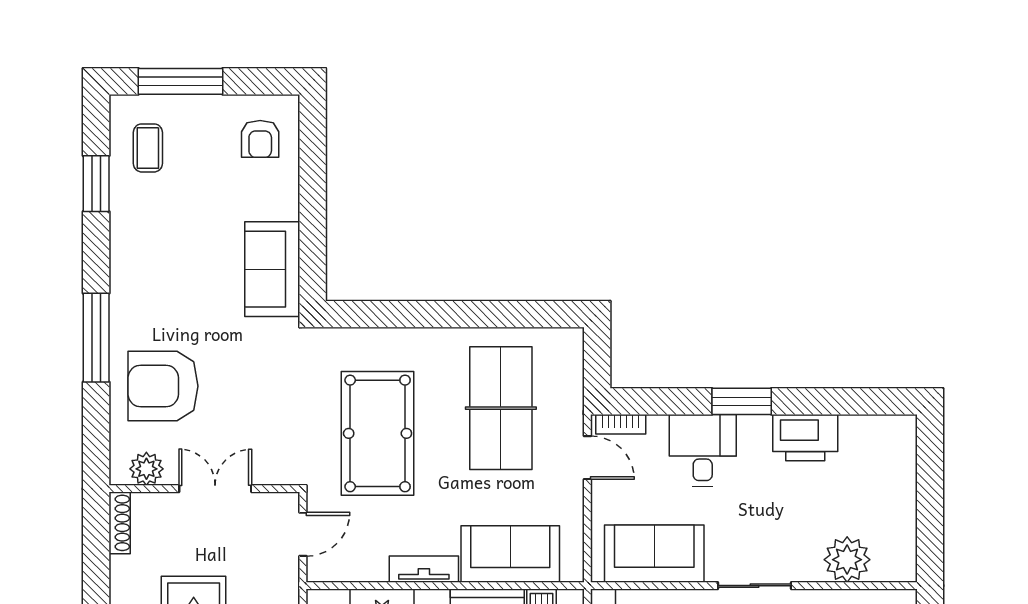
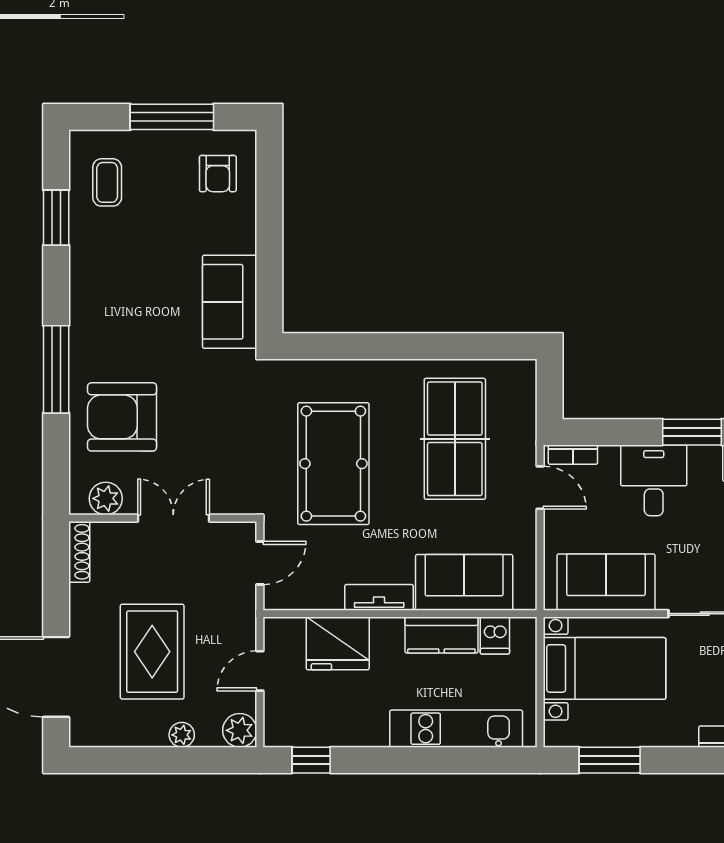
window: (180, 81) -> (172, 117), moved

